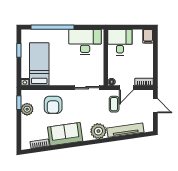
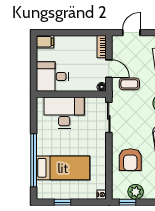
desk: (85, 42) -> (64, 113), moved, turned 90
bed: (39, 64) -> (63, 168), moved, turned 180
armchair: (53, 105) -> (130, 160), turned 90

